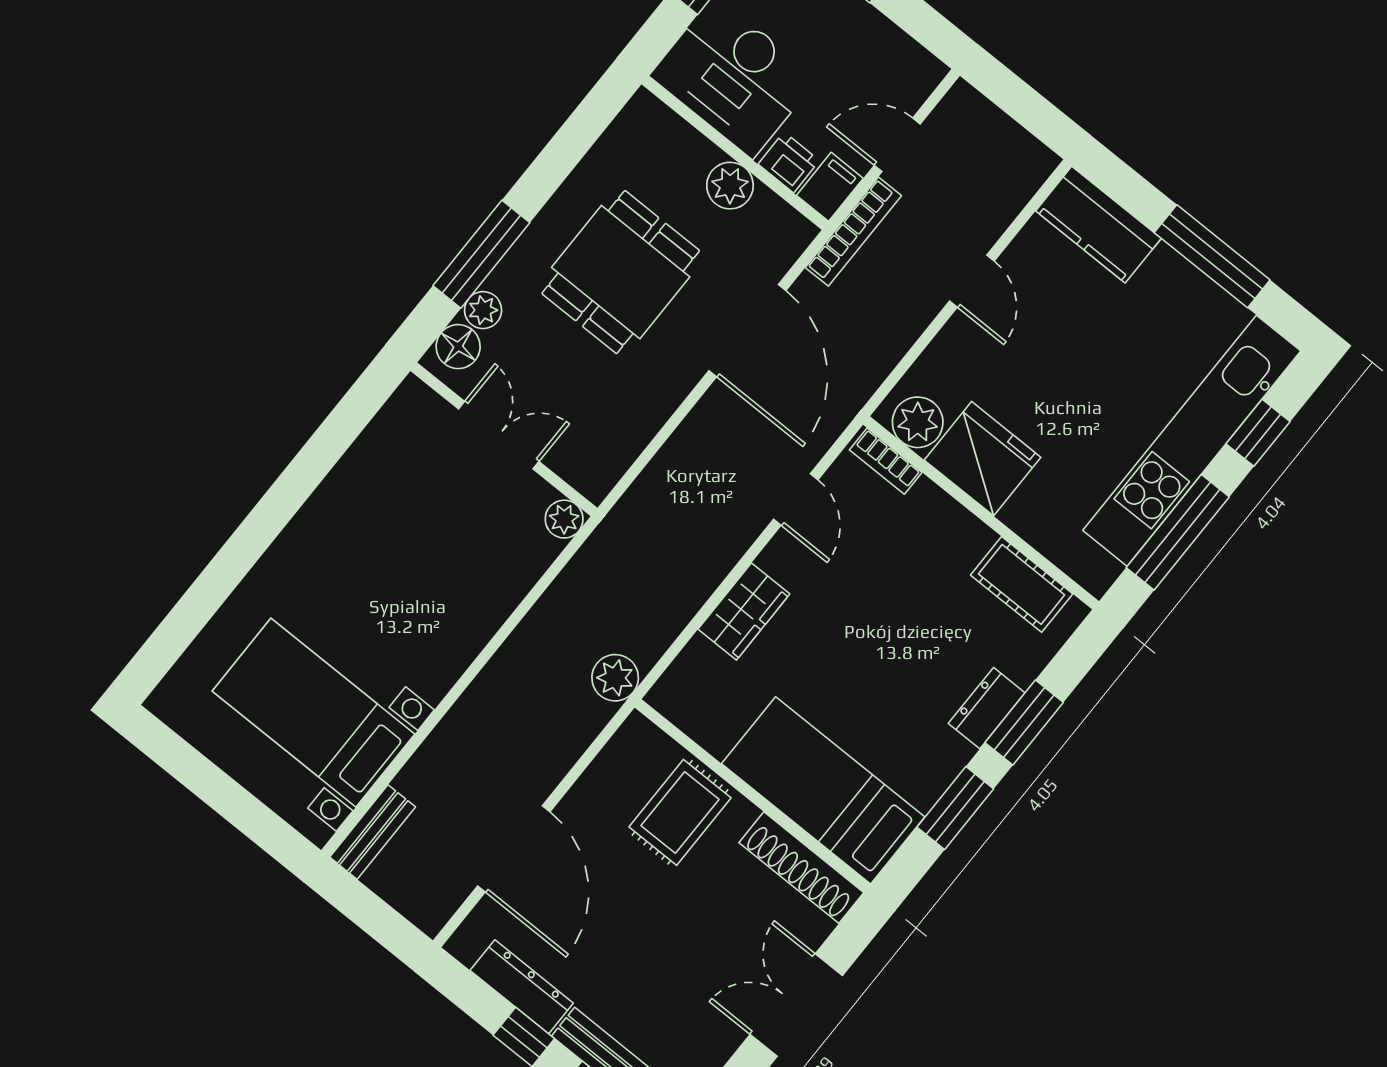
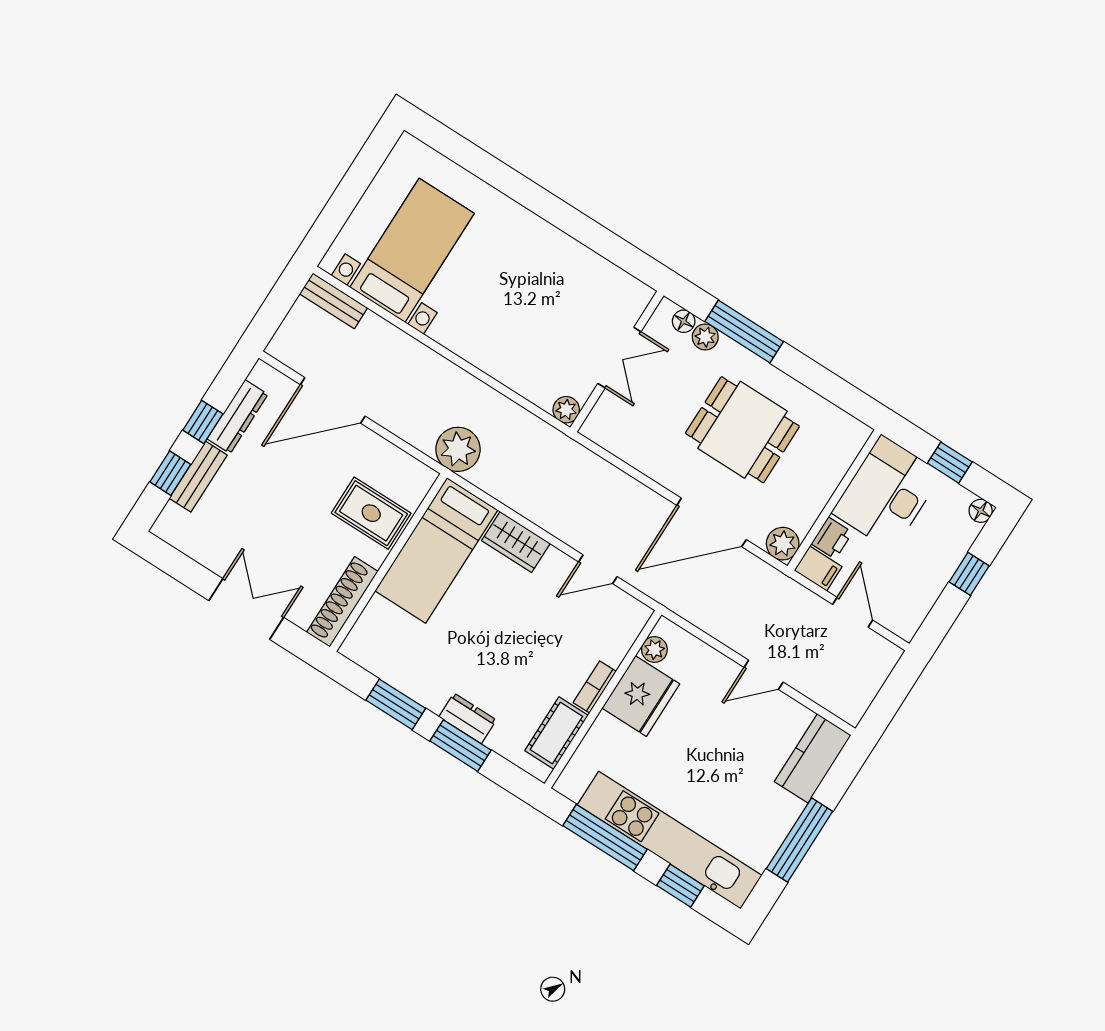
plant: (730, 186) -> (783, 544), moved
bookcase: (853, 232) -> (789, 588), removed
floor lamp: (458, 347) -> (684, 321), width x0.73, depth x0.73
plant: (918, 422) -> (654, 650), width x0.73, depth x0.73
bookcase: (886, 461) -> (595, 687), moved
plant: (615, 678) -> (458, 449), width x1.36, depth x1.36
bed: (823, 790) -> (436, 550), moved, turned 180

